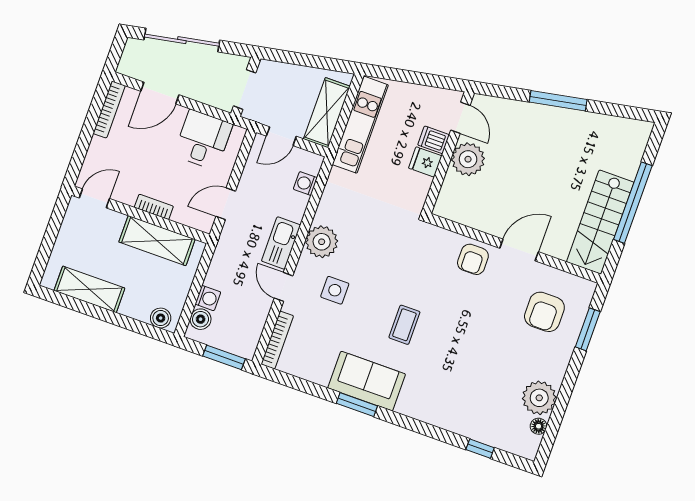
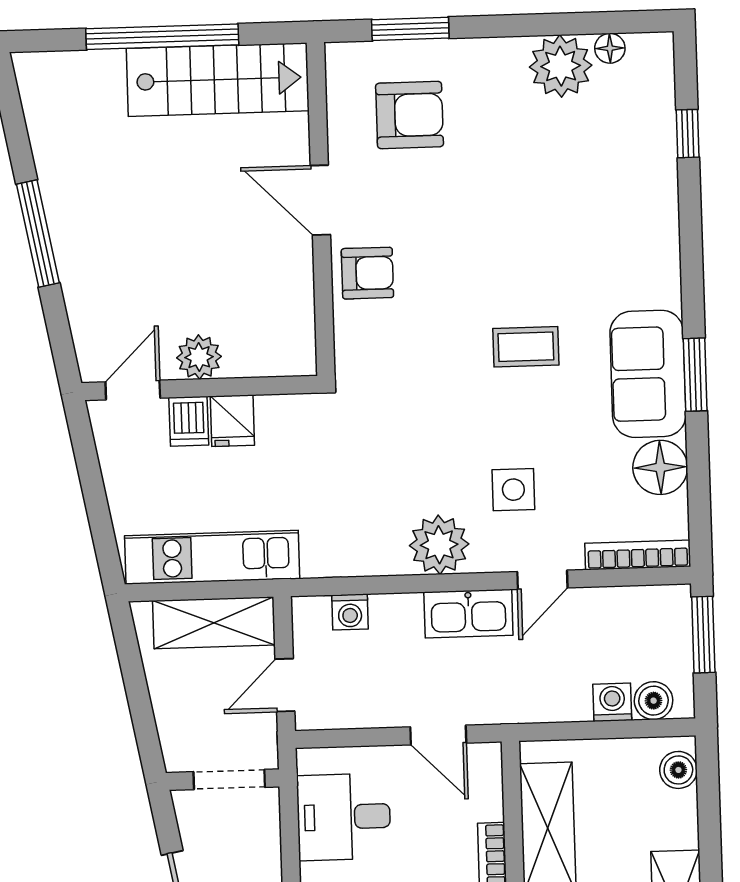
door: (281, 136) -> (285, 685), swing flipped
plant: (468, 159) -> (199, 357), width x0.73, depth x0.73
floor lamp: (317, 369) -> (660, 467), added

